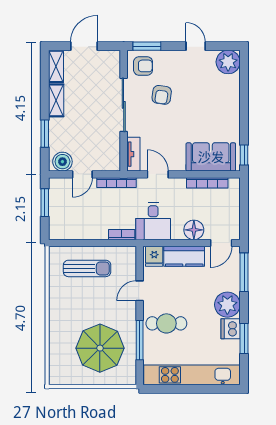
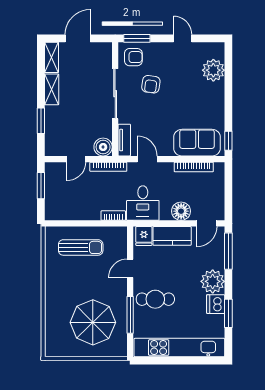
plant: (228, 62) -> (213, 70), moved
boiler: (62, 162) -> (103, 147), moved

